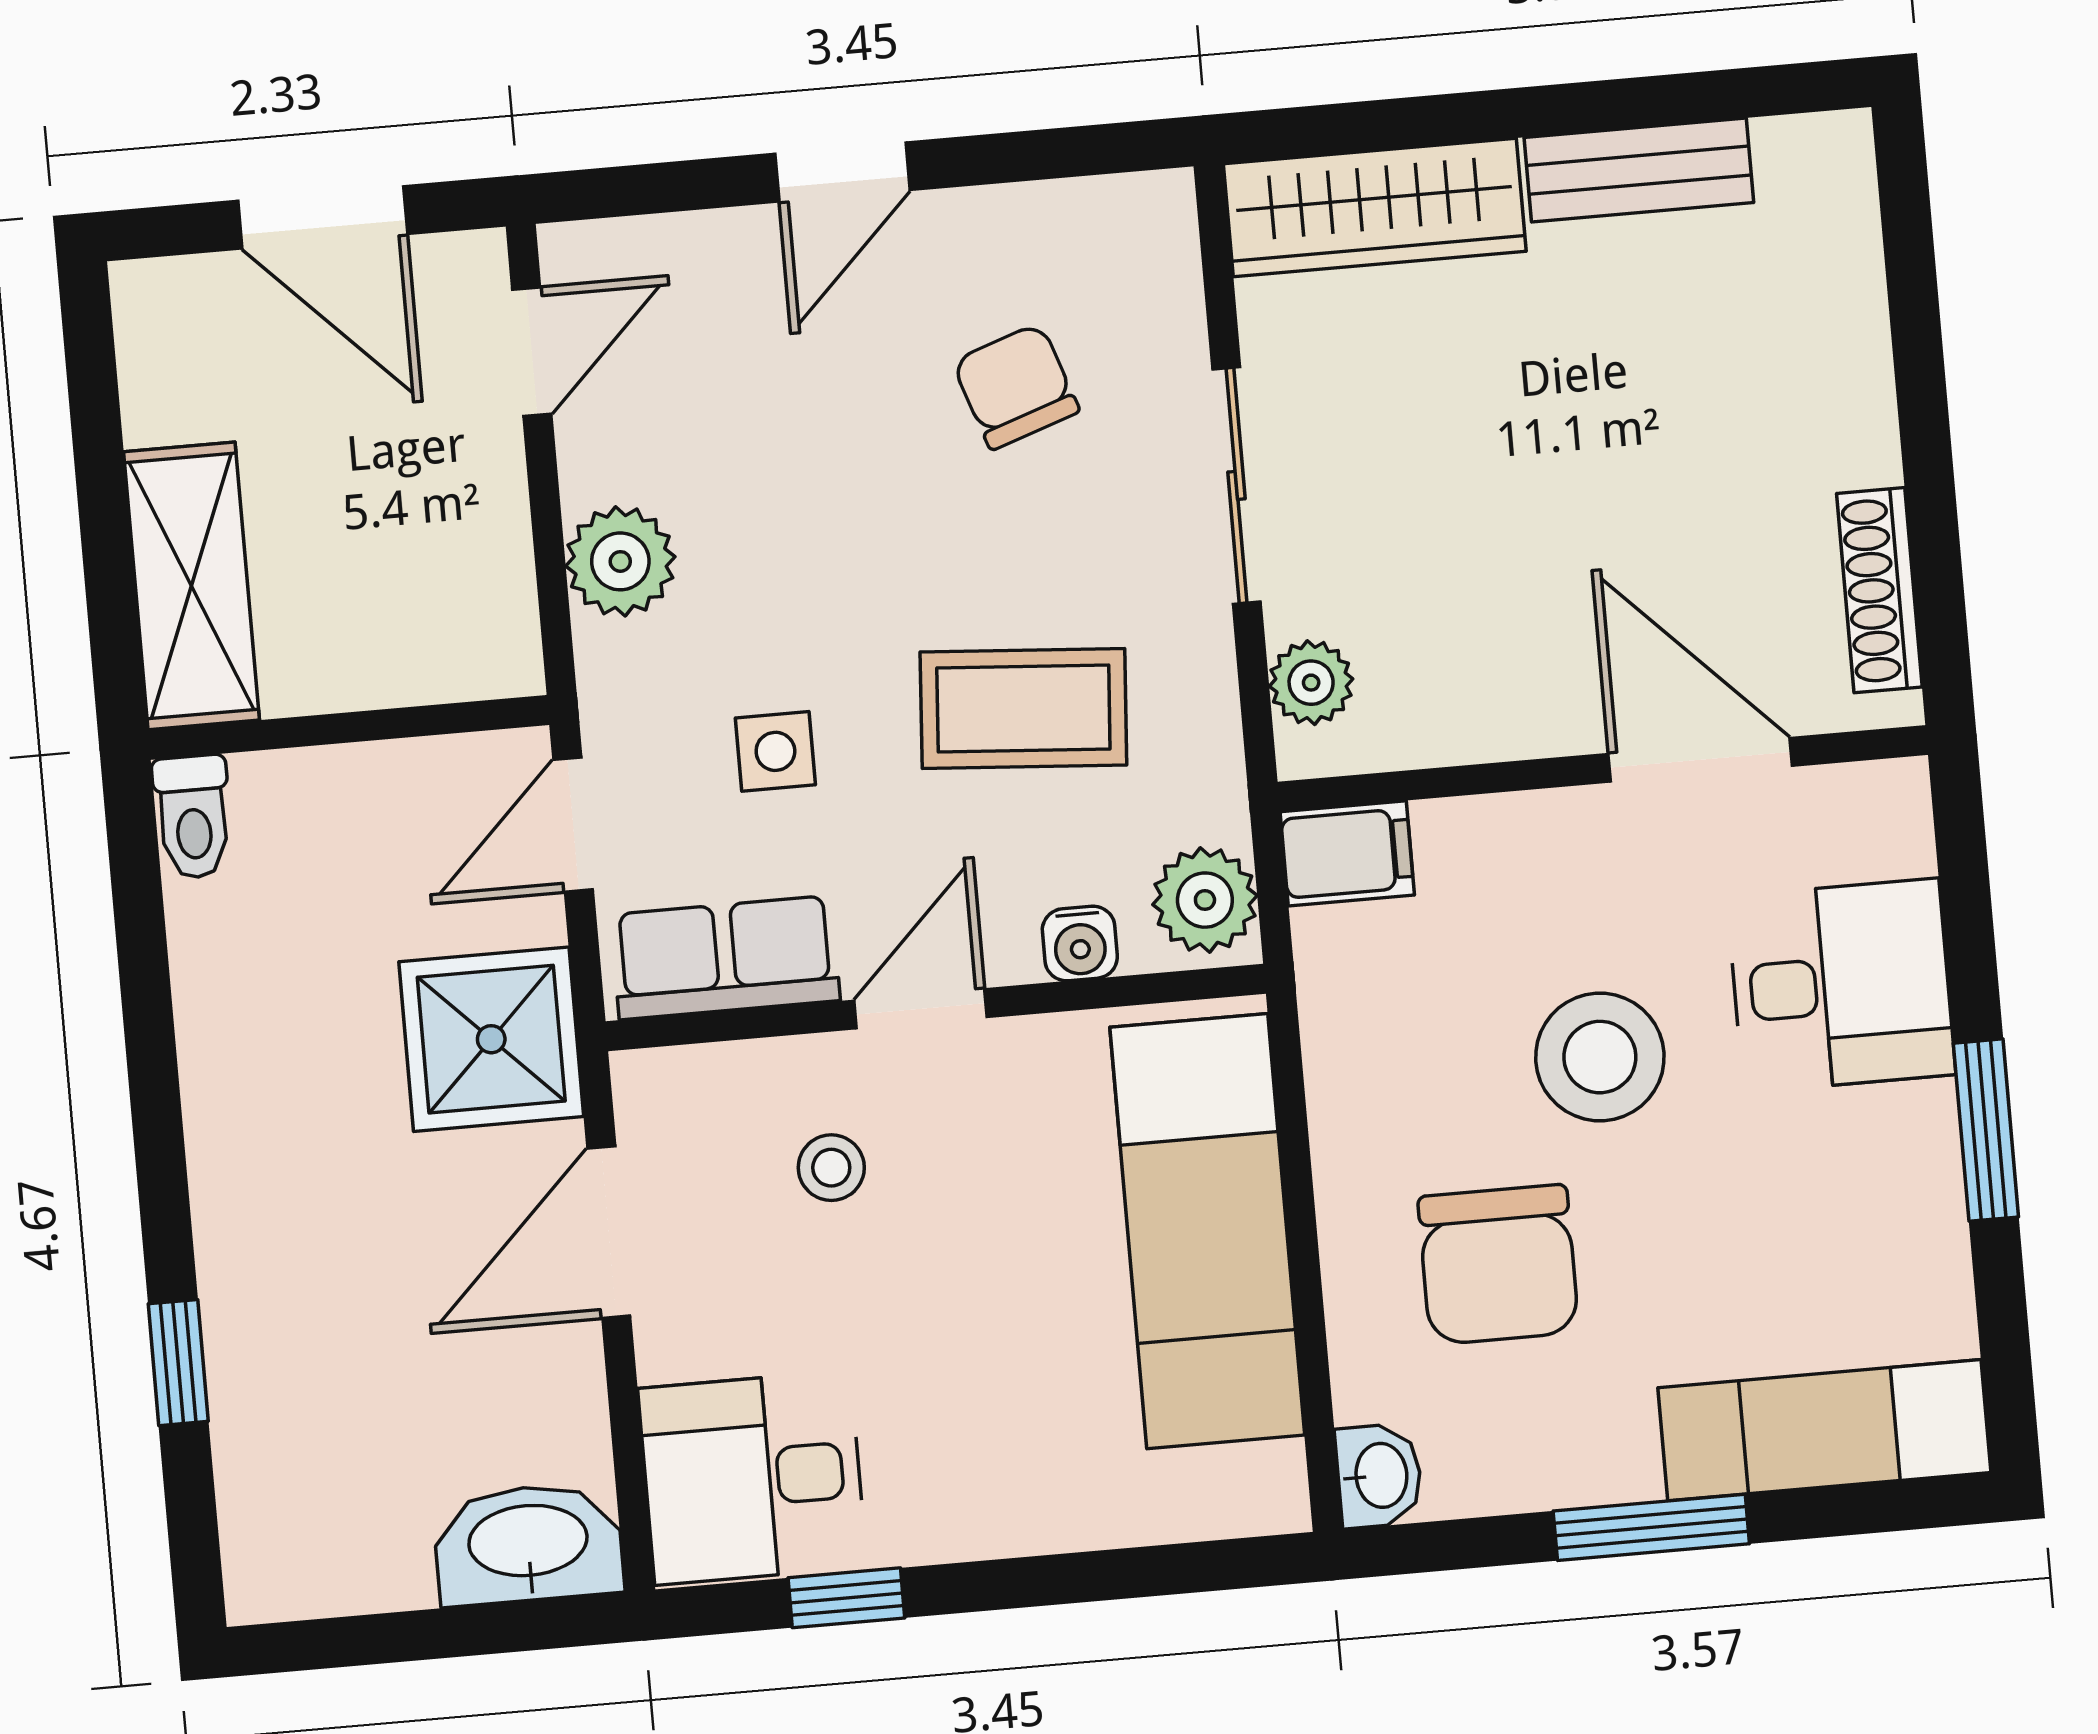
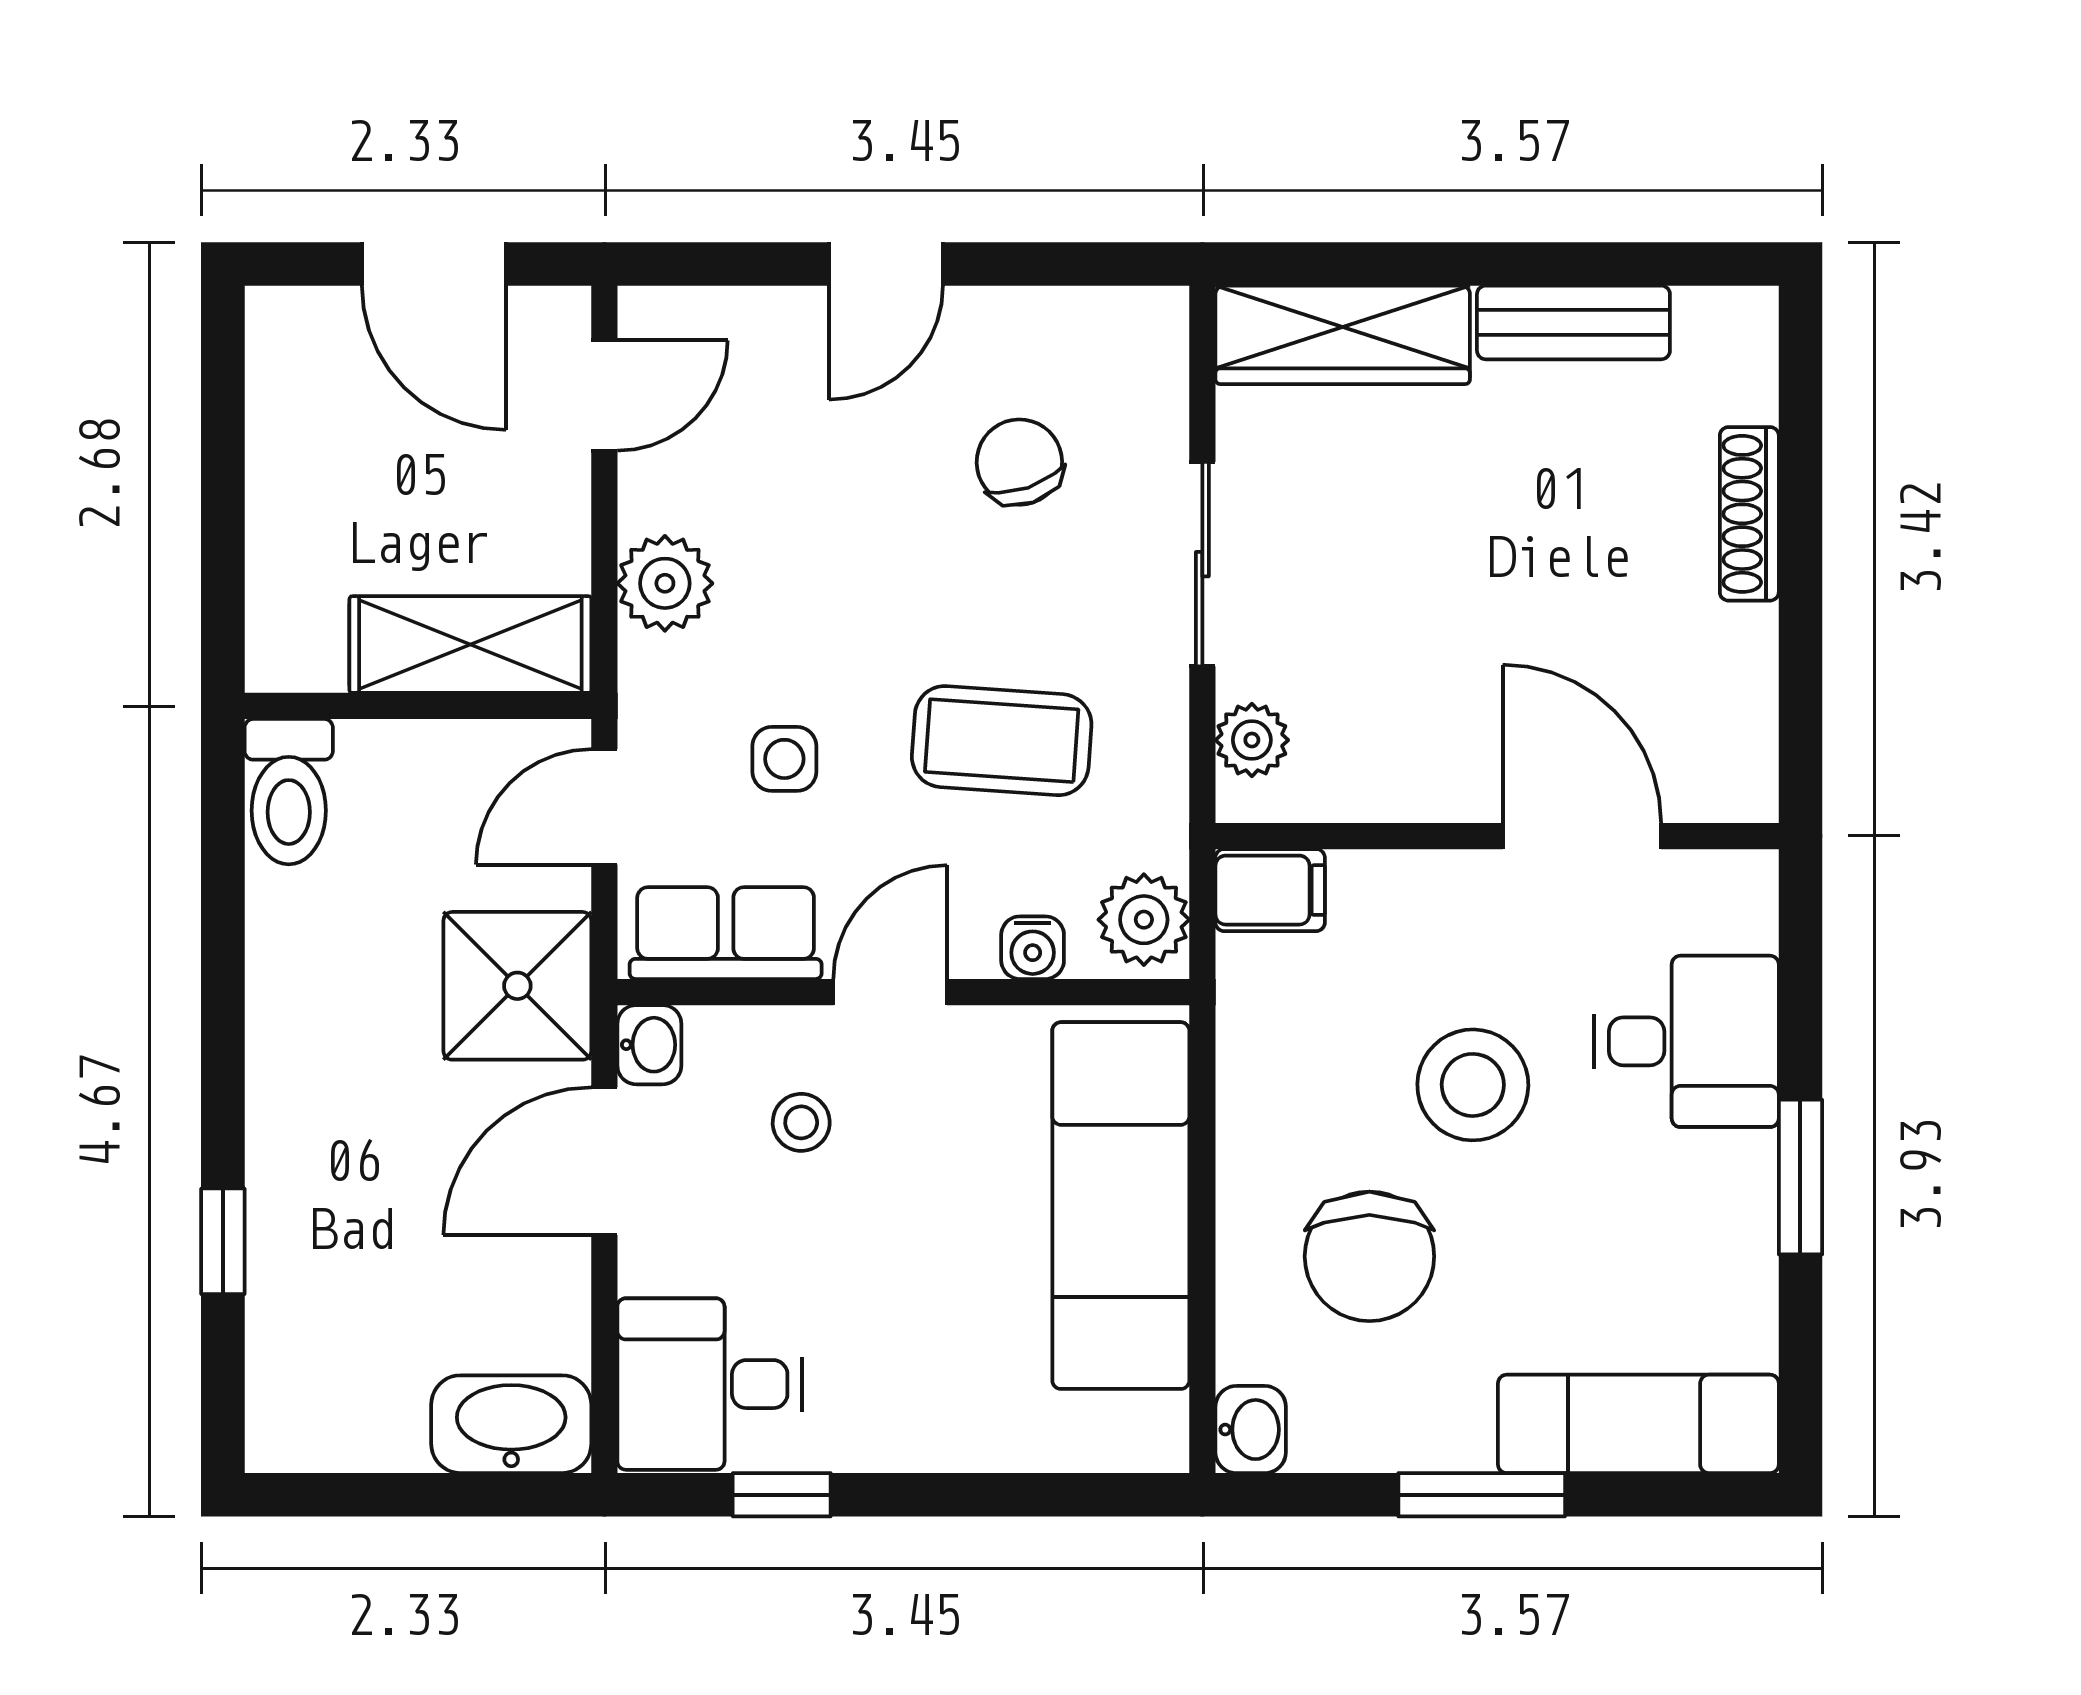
shelving: (191, 586) -> (470, 645), moved, turned 90
shoe rack: (1879, 590) -> (1749, 514), moved
toilet: (193, 817) -> (289, 792), width x1.37, depth x1.39
washbasin: (649, 1094) -> (649, 1045), added

